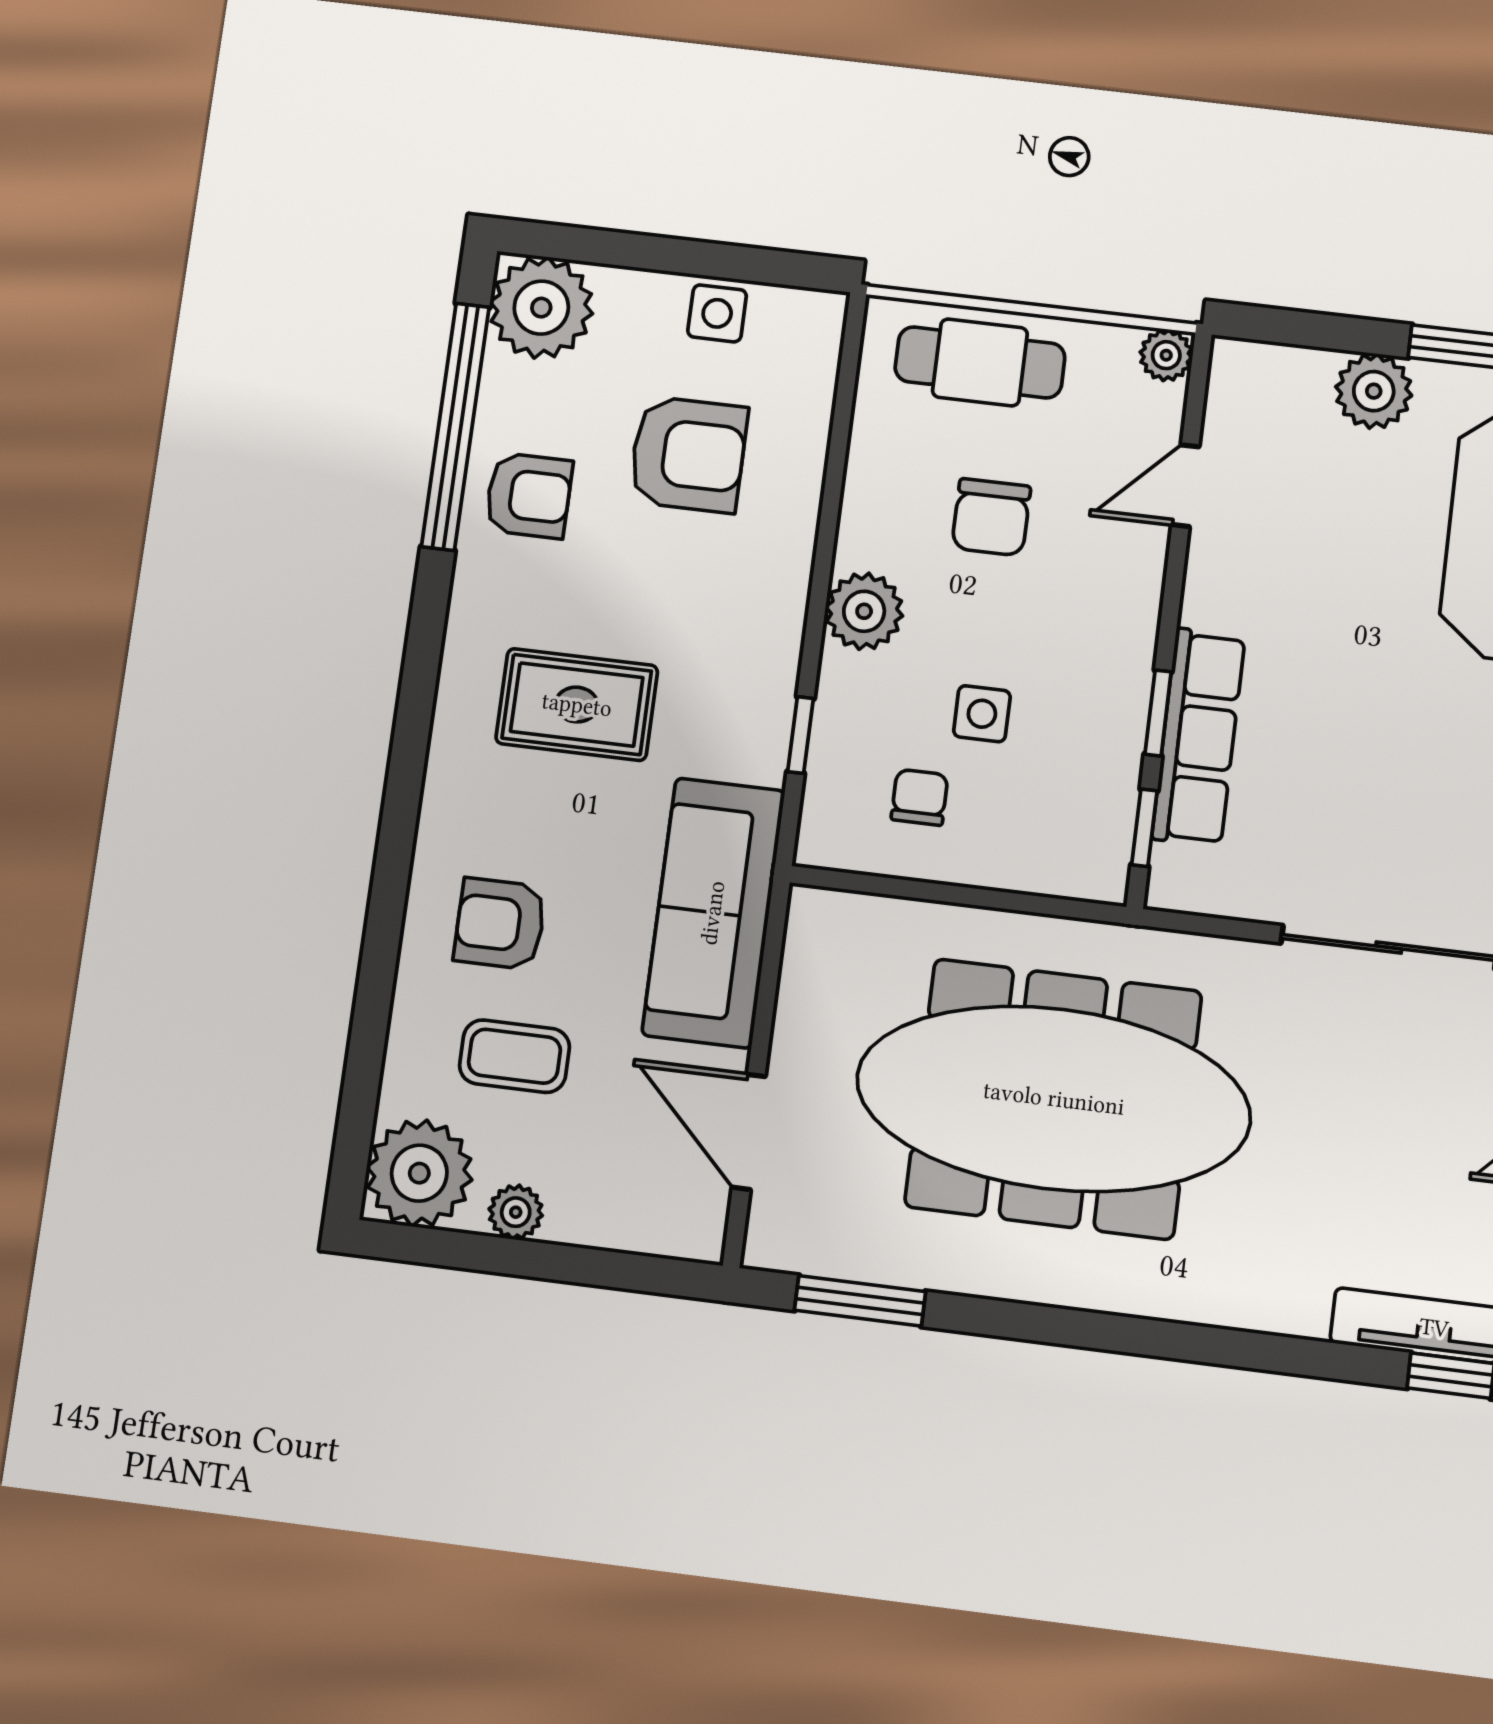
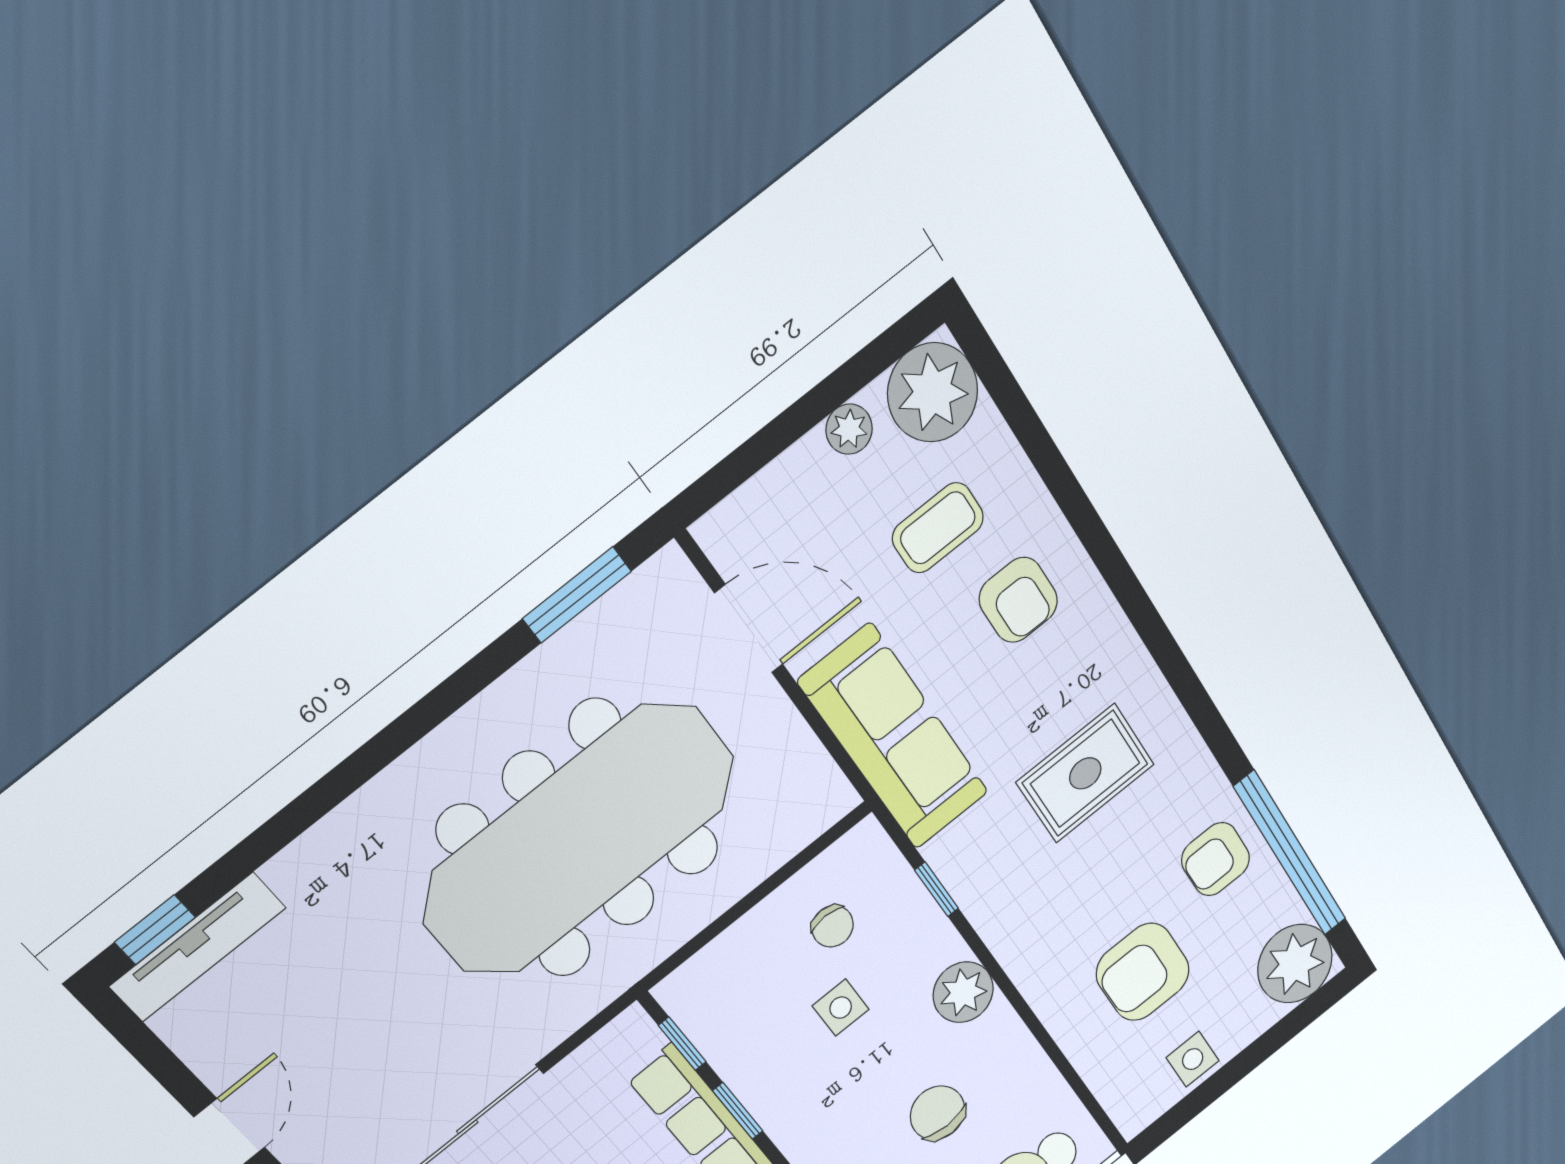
armchair: (500, 924) -> (1018, 600), turned 90

